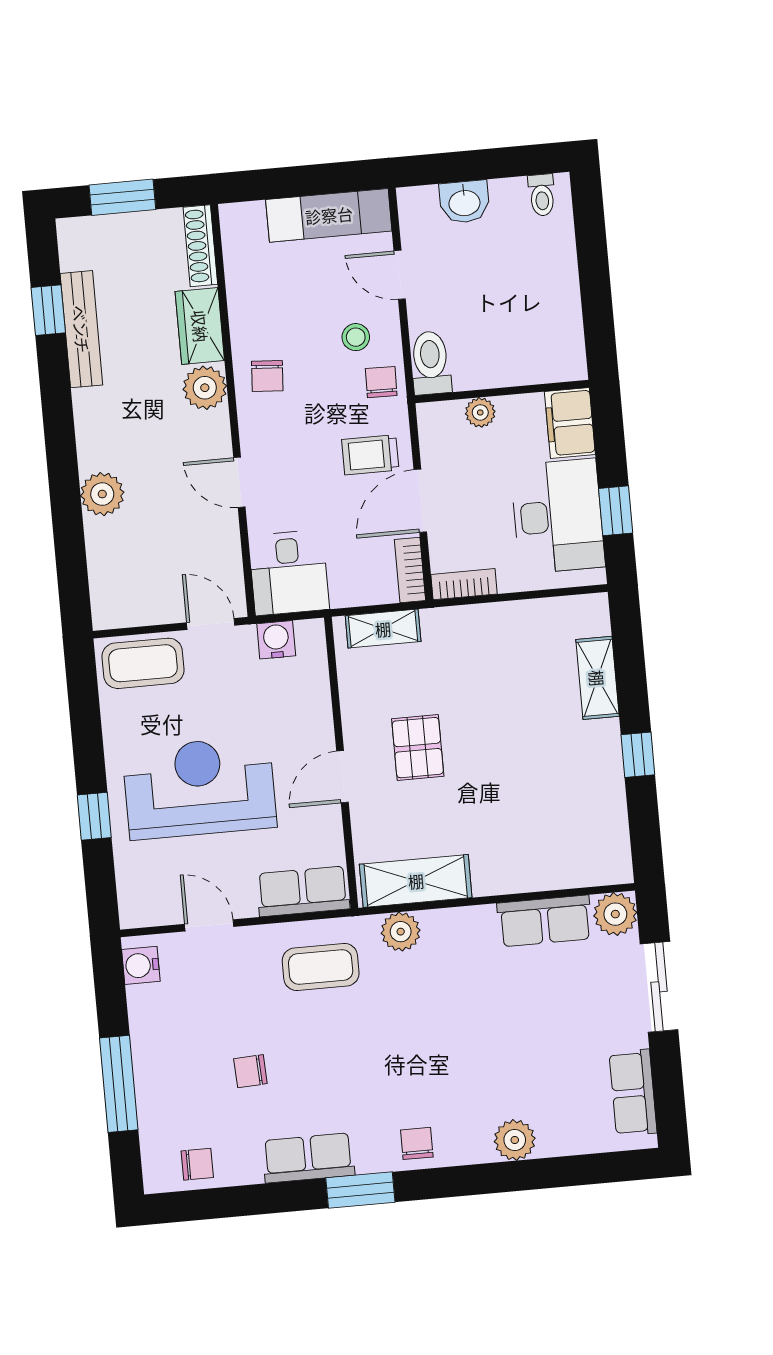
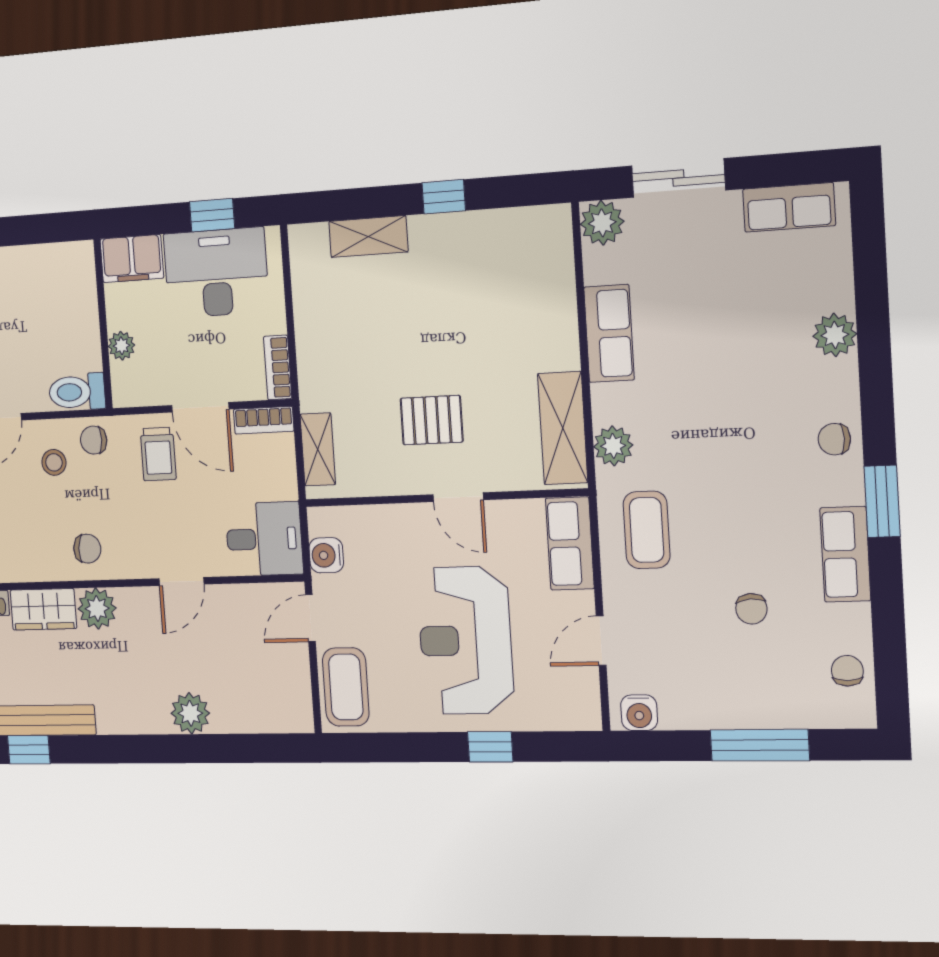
row of seats: (545, 921) -> (609, 334), moved

